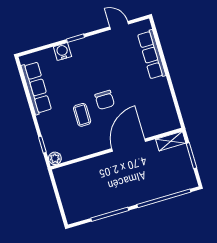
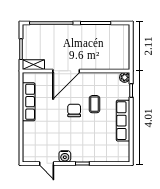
water cooler: (62, 52) -> (65, 156), moved
row of seats: (152, 55) -> (29, 102), moved
row of seats: (36, 88) -> (123, 121), moved

